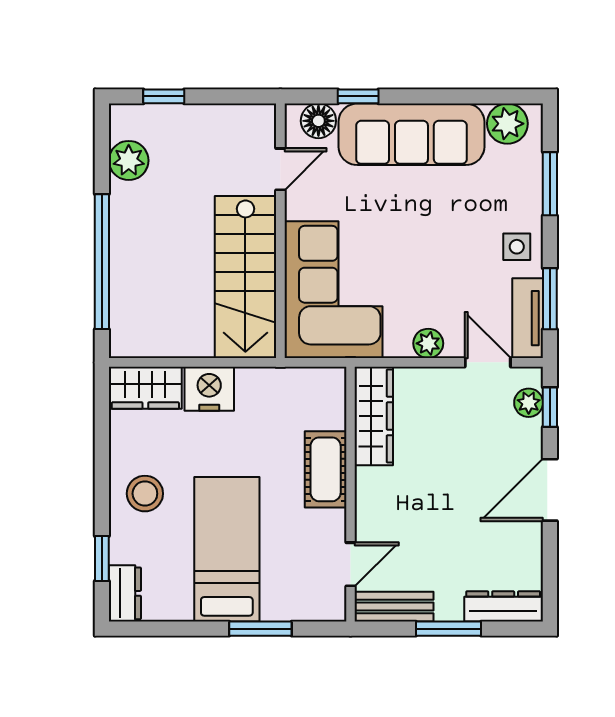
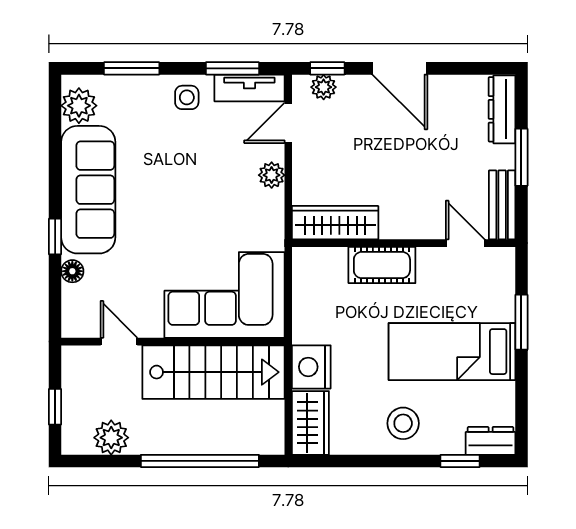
floor lamp: (318, 121) -> (72, 271), width x0.73, depth x0.73
door: (280, 169) -> (119, 342), moved
wall: (280, 231) -> (173, 342), moved
stairs: (245, 277) -> (213, 372), moved
corner sofa: (333, 290) -> (224, 295), moved

